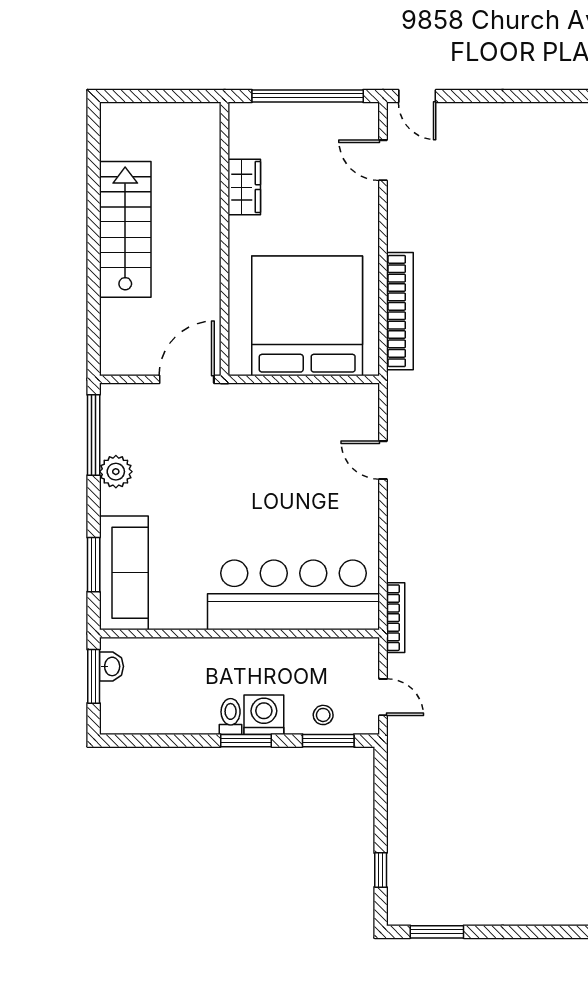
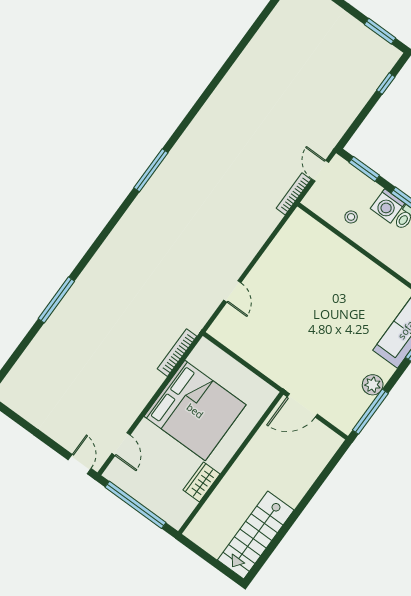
stairs: (125, 229) -> (256, 535), moved
bookcase: (400, 311) -> (177, 353), width x0.68, depth x0.76
bed: (307, 316) -> (195, 411), moved, turned -90
bar counter: (294, 595) -> (328, 256), removed
bookcase: (396, 618) -> (294, 194), moved
stool: (323, 715) -> (351, 217), moved

